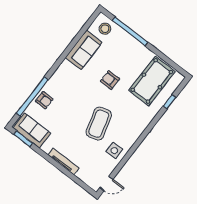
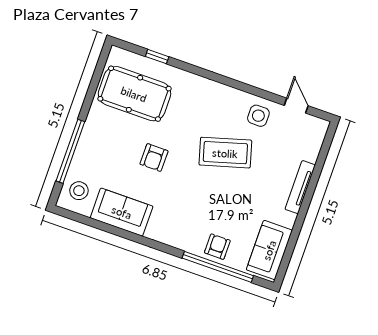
window: (23, 139) -> (286, 259), removed
door: (106, 184) -> (296, 106), moved

